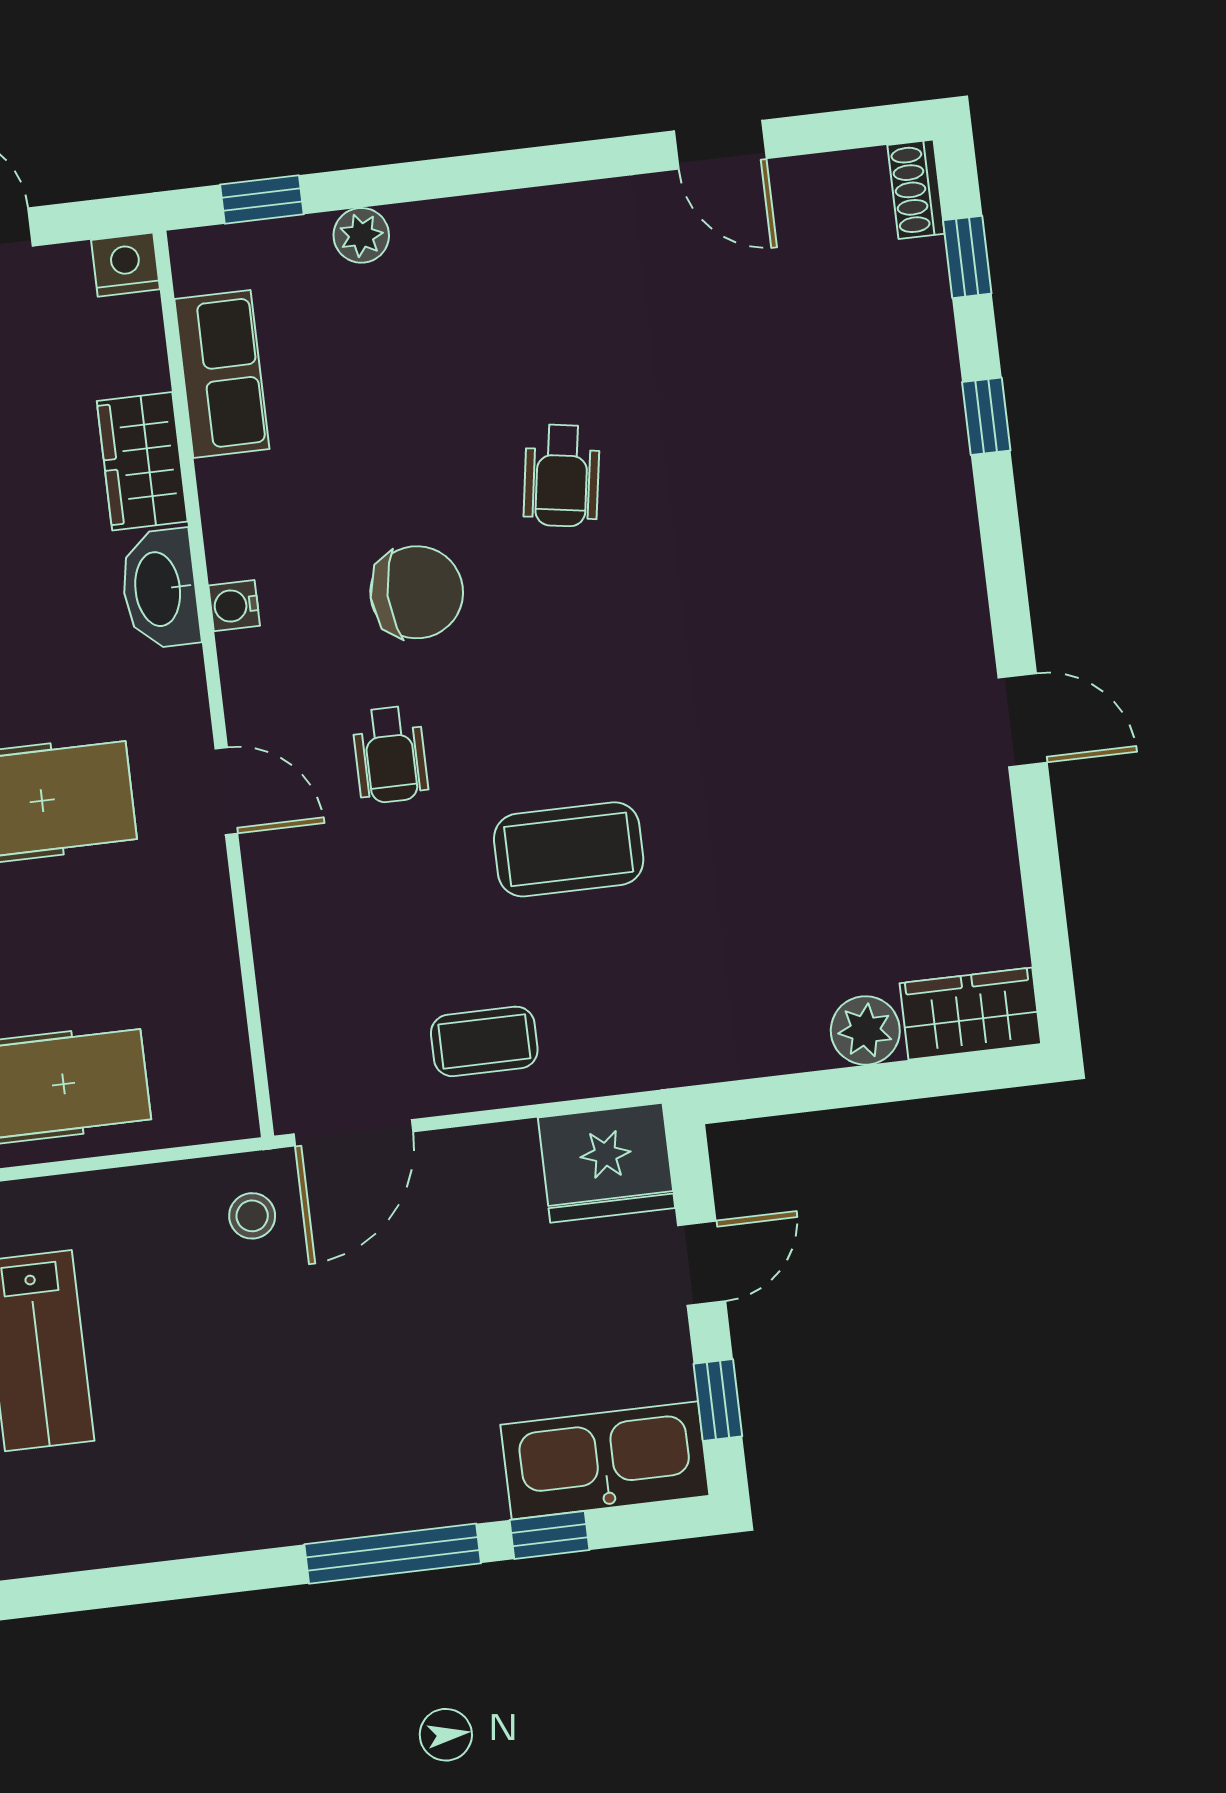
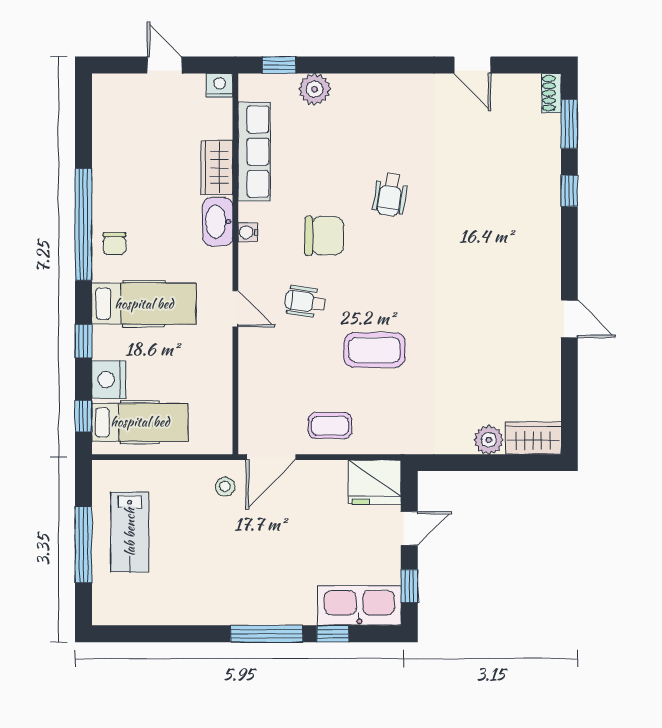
plant: (361, 235) -> (315, 89), width x1.38, depth x1.38
window: (967, 257) -> (569, 124), width x1.50
row of seats: (222, 374) -> (254, 152), width x1.48
wheelchair: (390, 755) -> (305, 302), turned 98

